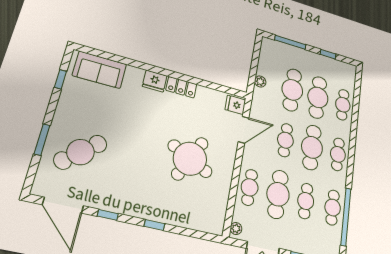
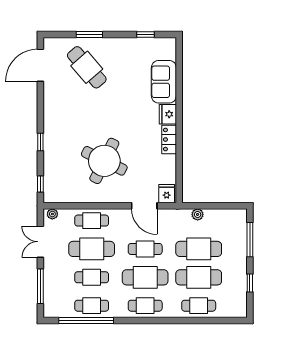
sofa: (100, 70) -> (164, 82), moved
window: (108, 215) -> (40, 184), moved

